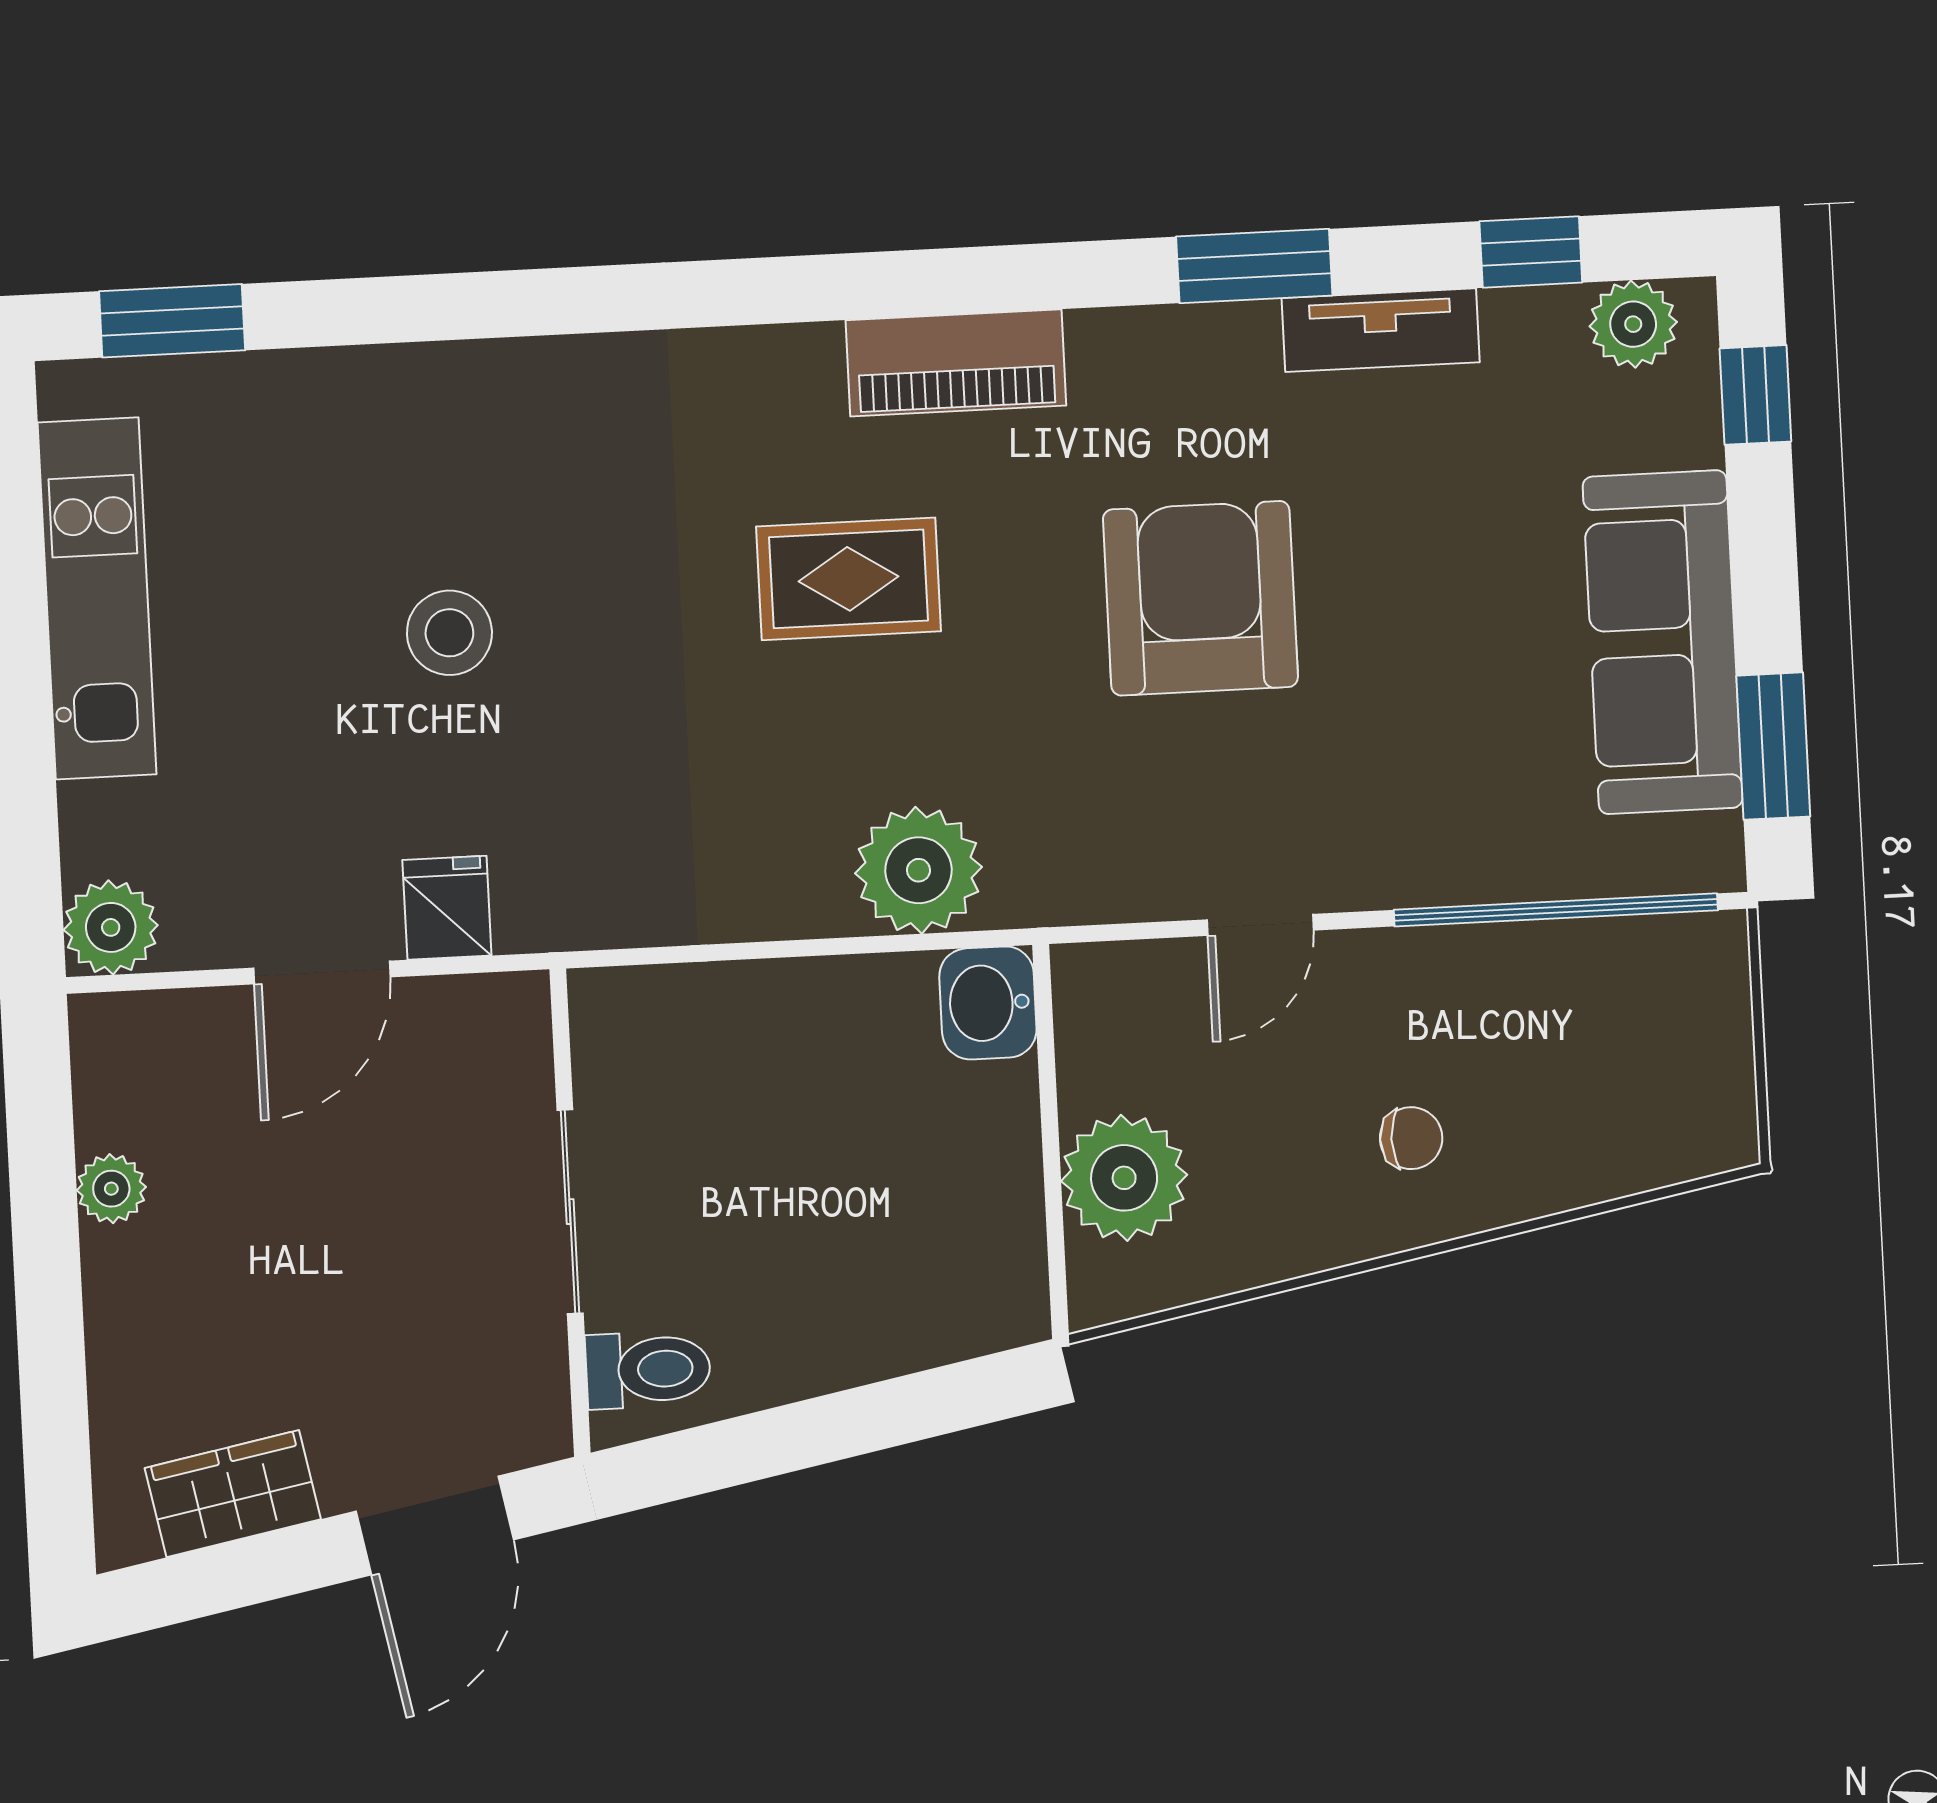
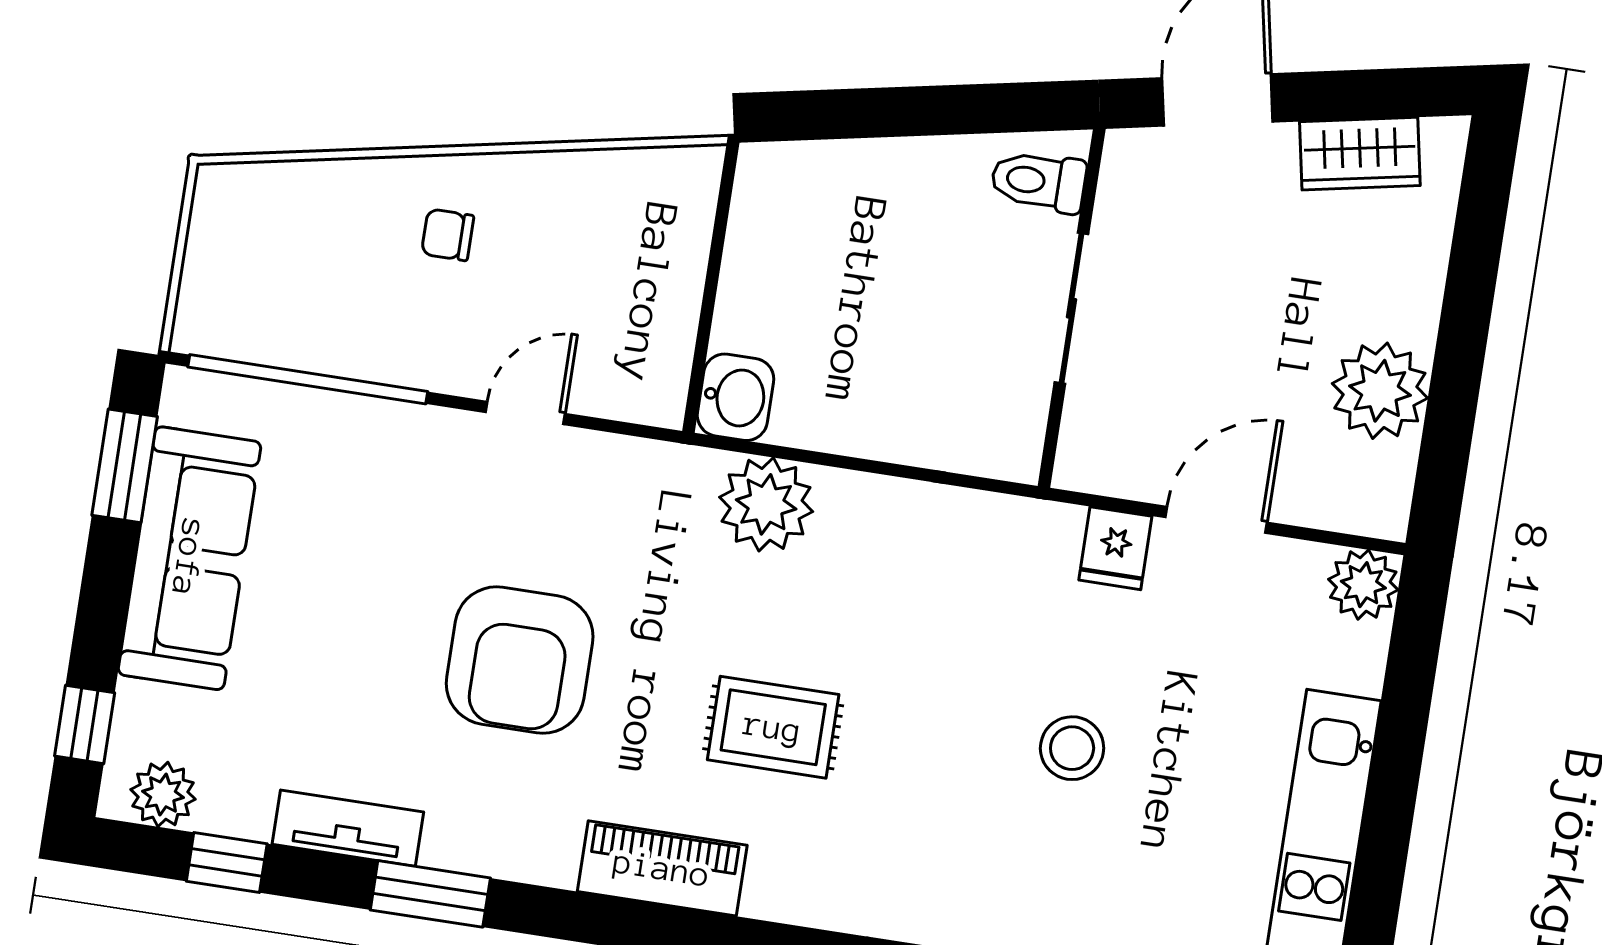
plant: (1124, 1178) -> (663, 249), removed
plant: (111, 1189) -> (1380, 391), width x1.87, depth x1.87

